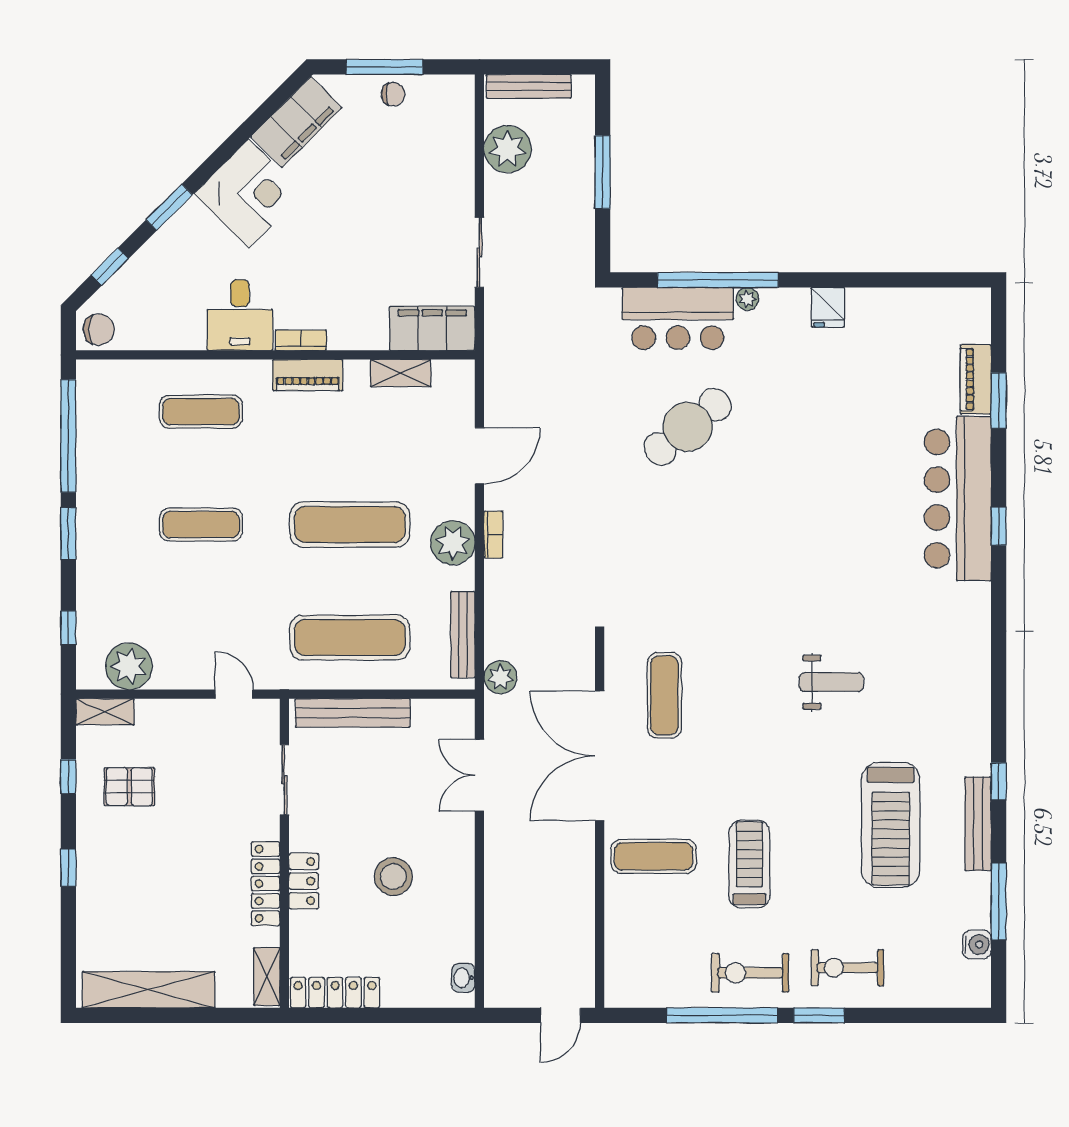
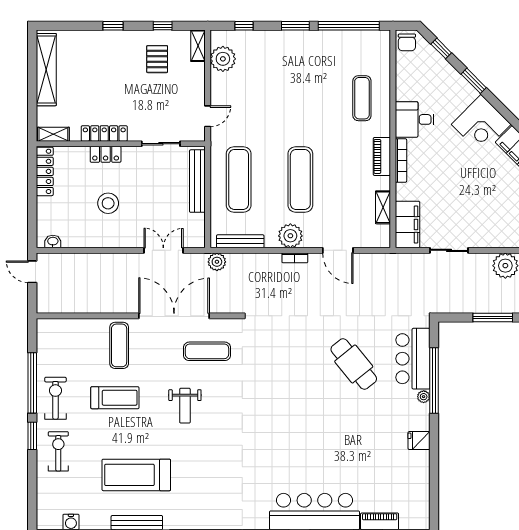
bookcase: (301, 340) -> (401, 160), width x1.56
exercise mat: (201, 525) -> (300, 98), removed
weight bench: (831, 682) -> (185, 406), moved
door: (560, 1015) -> (32, 272), moved

